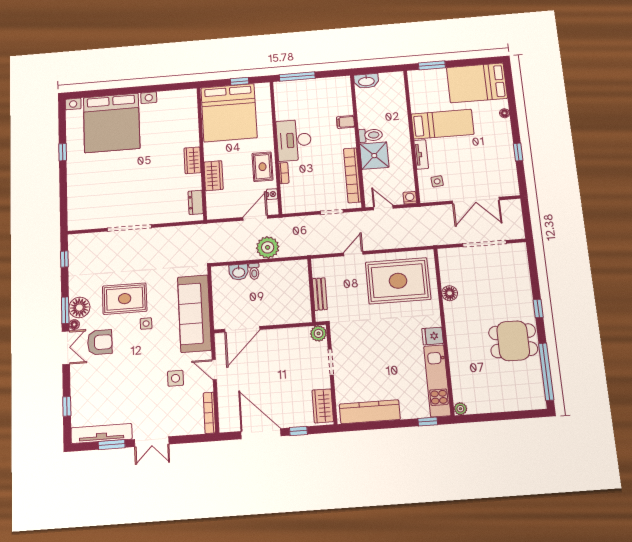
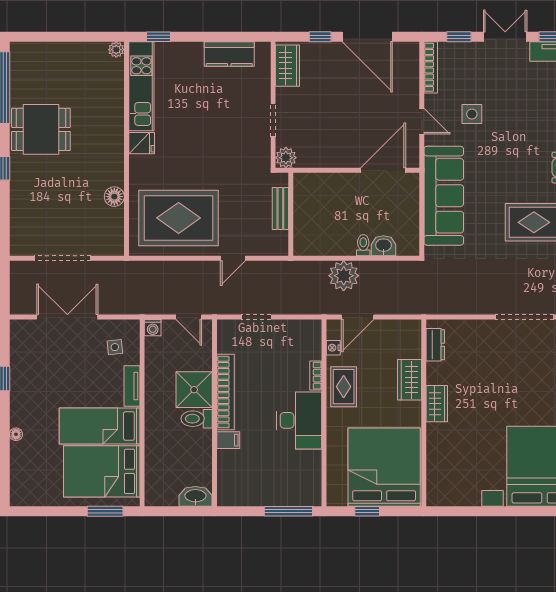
bed: (477, 83) -> (102, 471), moved, turned 180
bookcase: (352, 175) -> (225, 392), moved
side table: (146, 324) -> (507, 187), removed
kitchen counter: (370, 412) -> (229, 54), width x0.67
window: (188, 439) -> (459, 37), added

